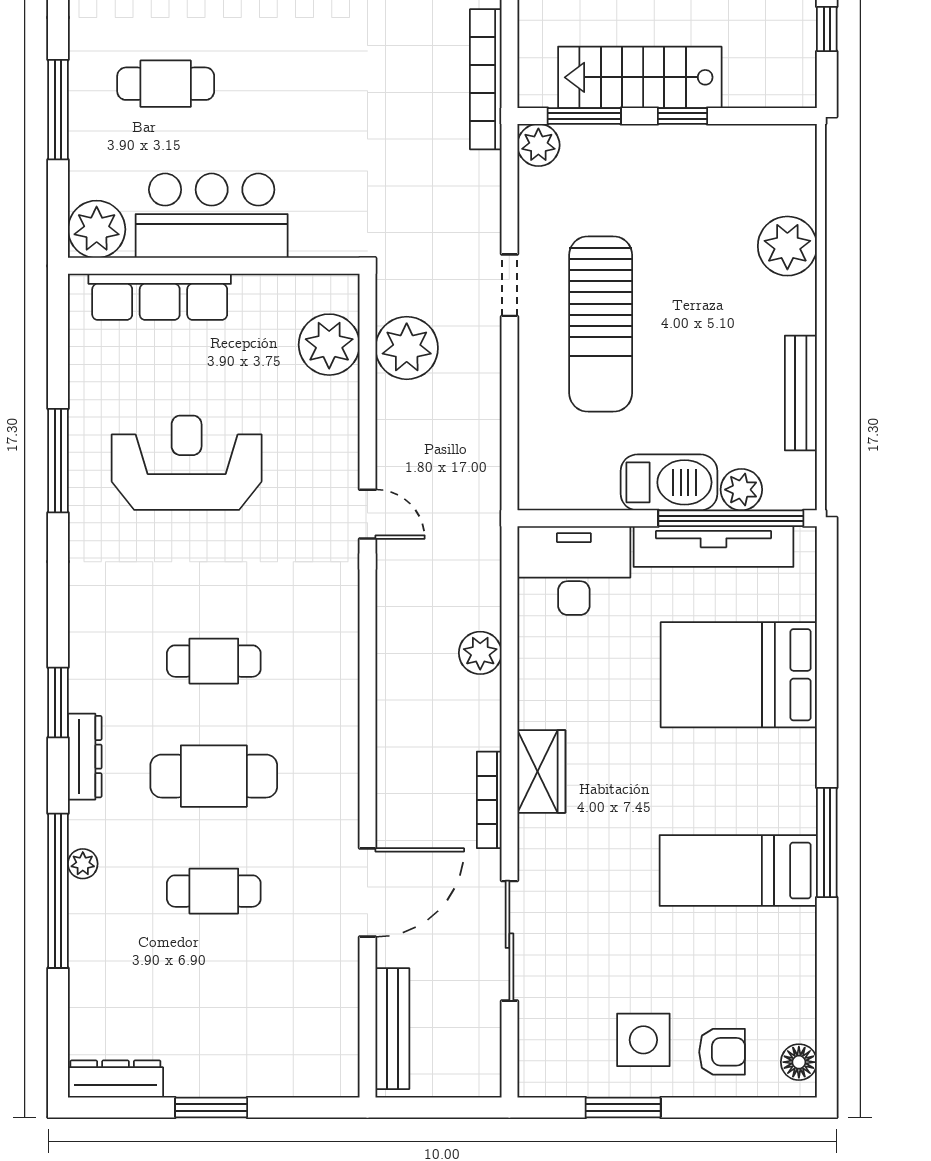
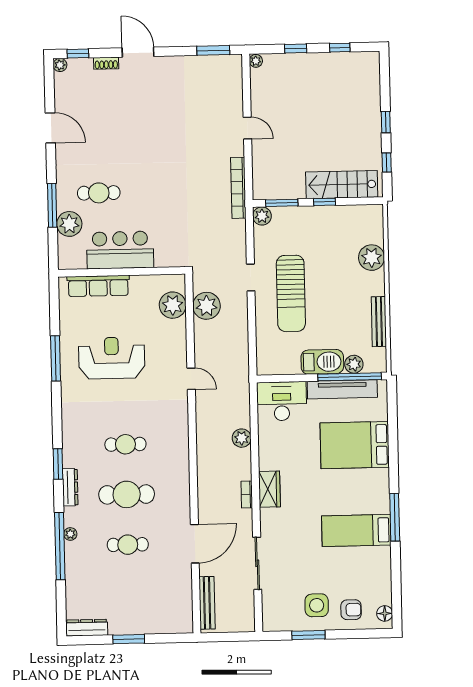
stairs: (640, 77) -> (342, 185), moved
plant: (97, 229) -> (69, 224), moved
bookcase: (489, 800) -> (247, 495), width x0.64

